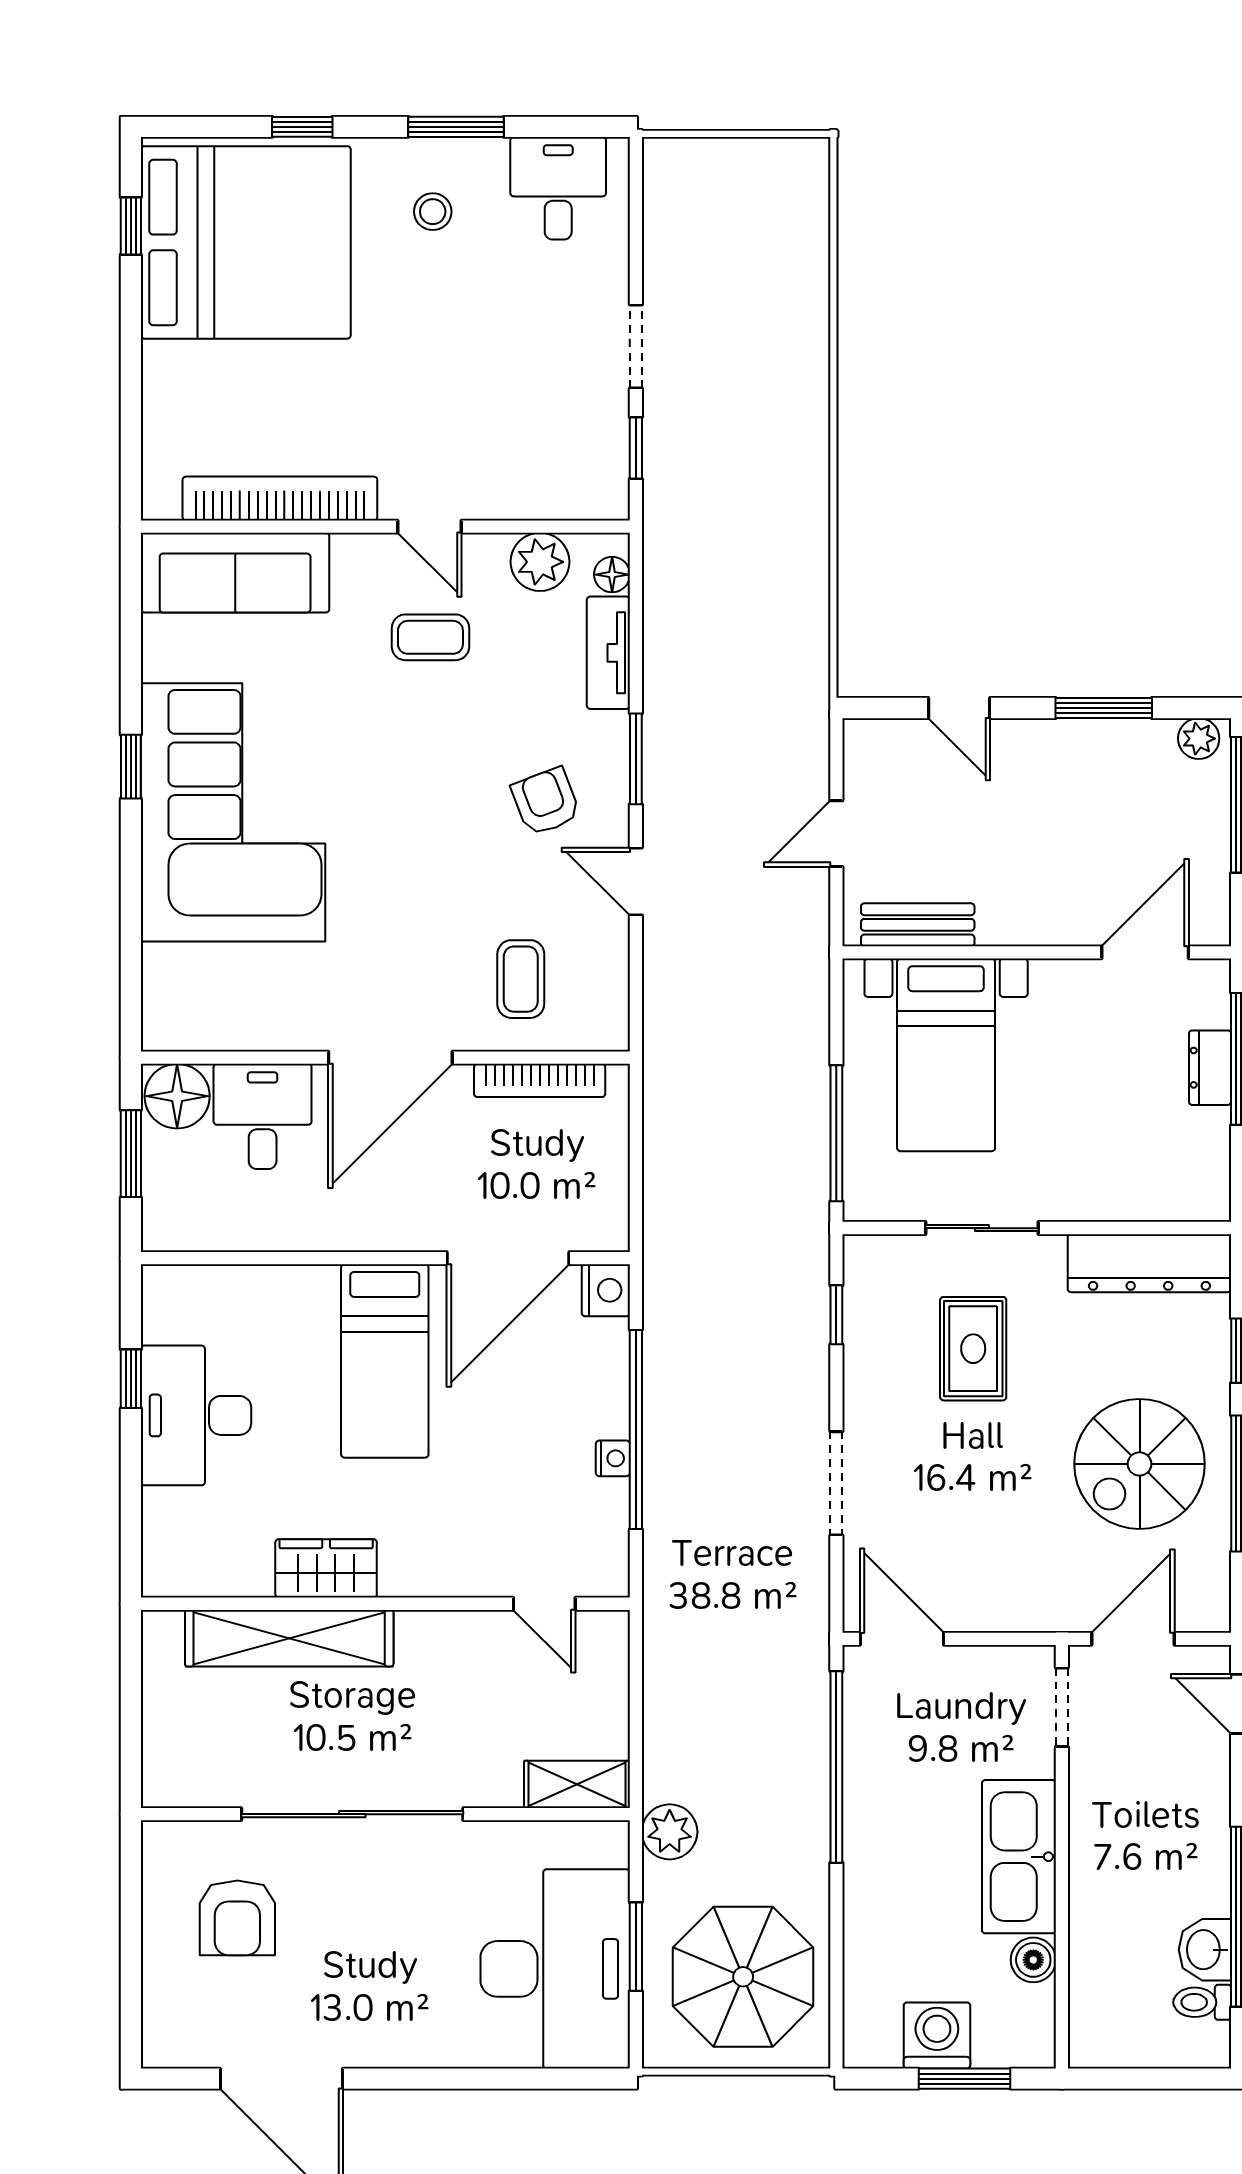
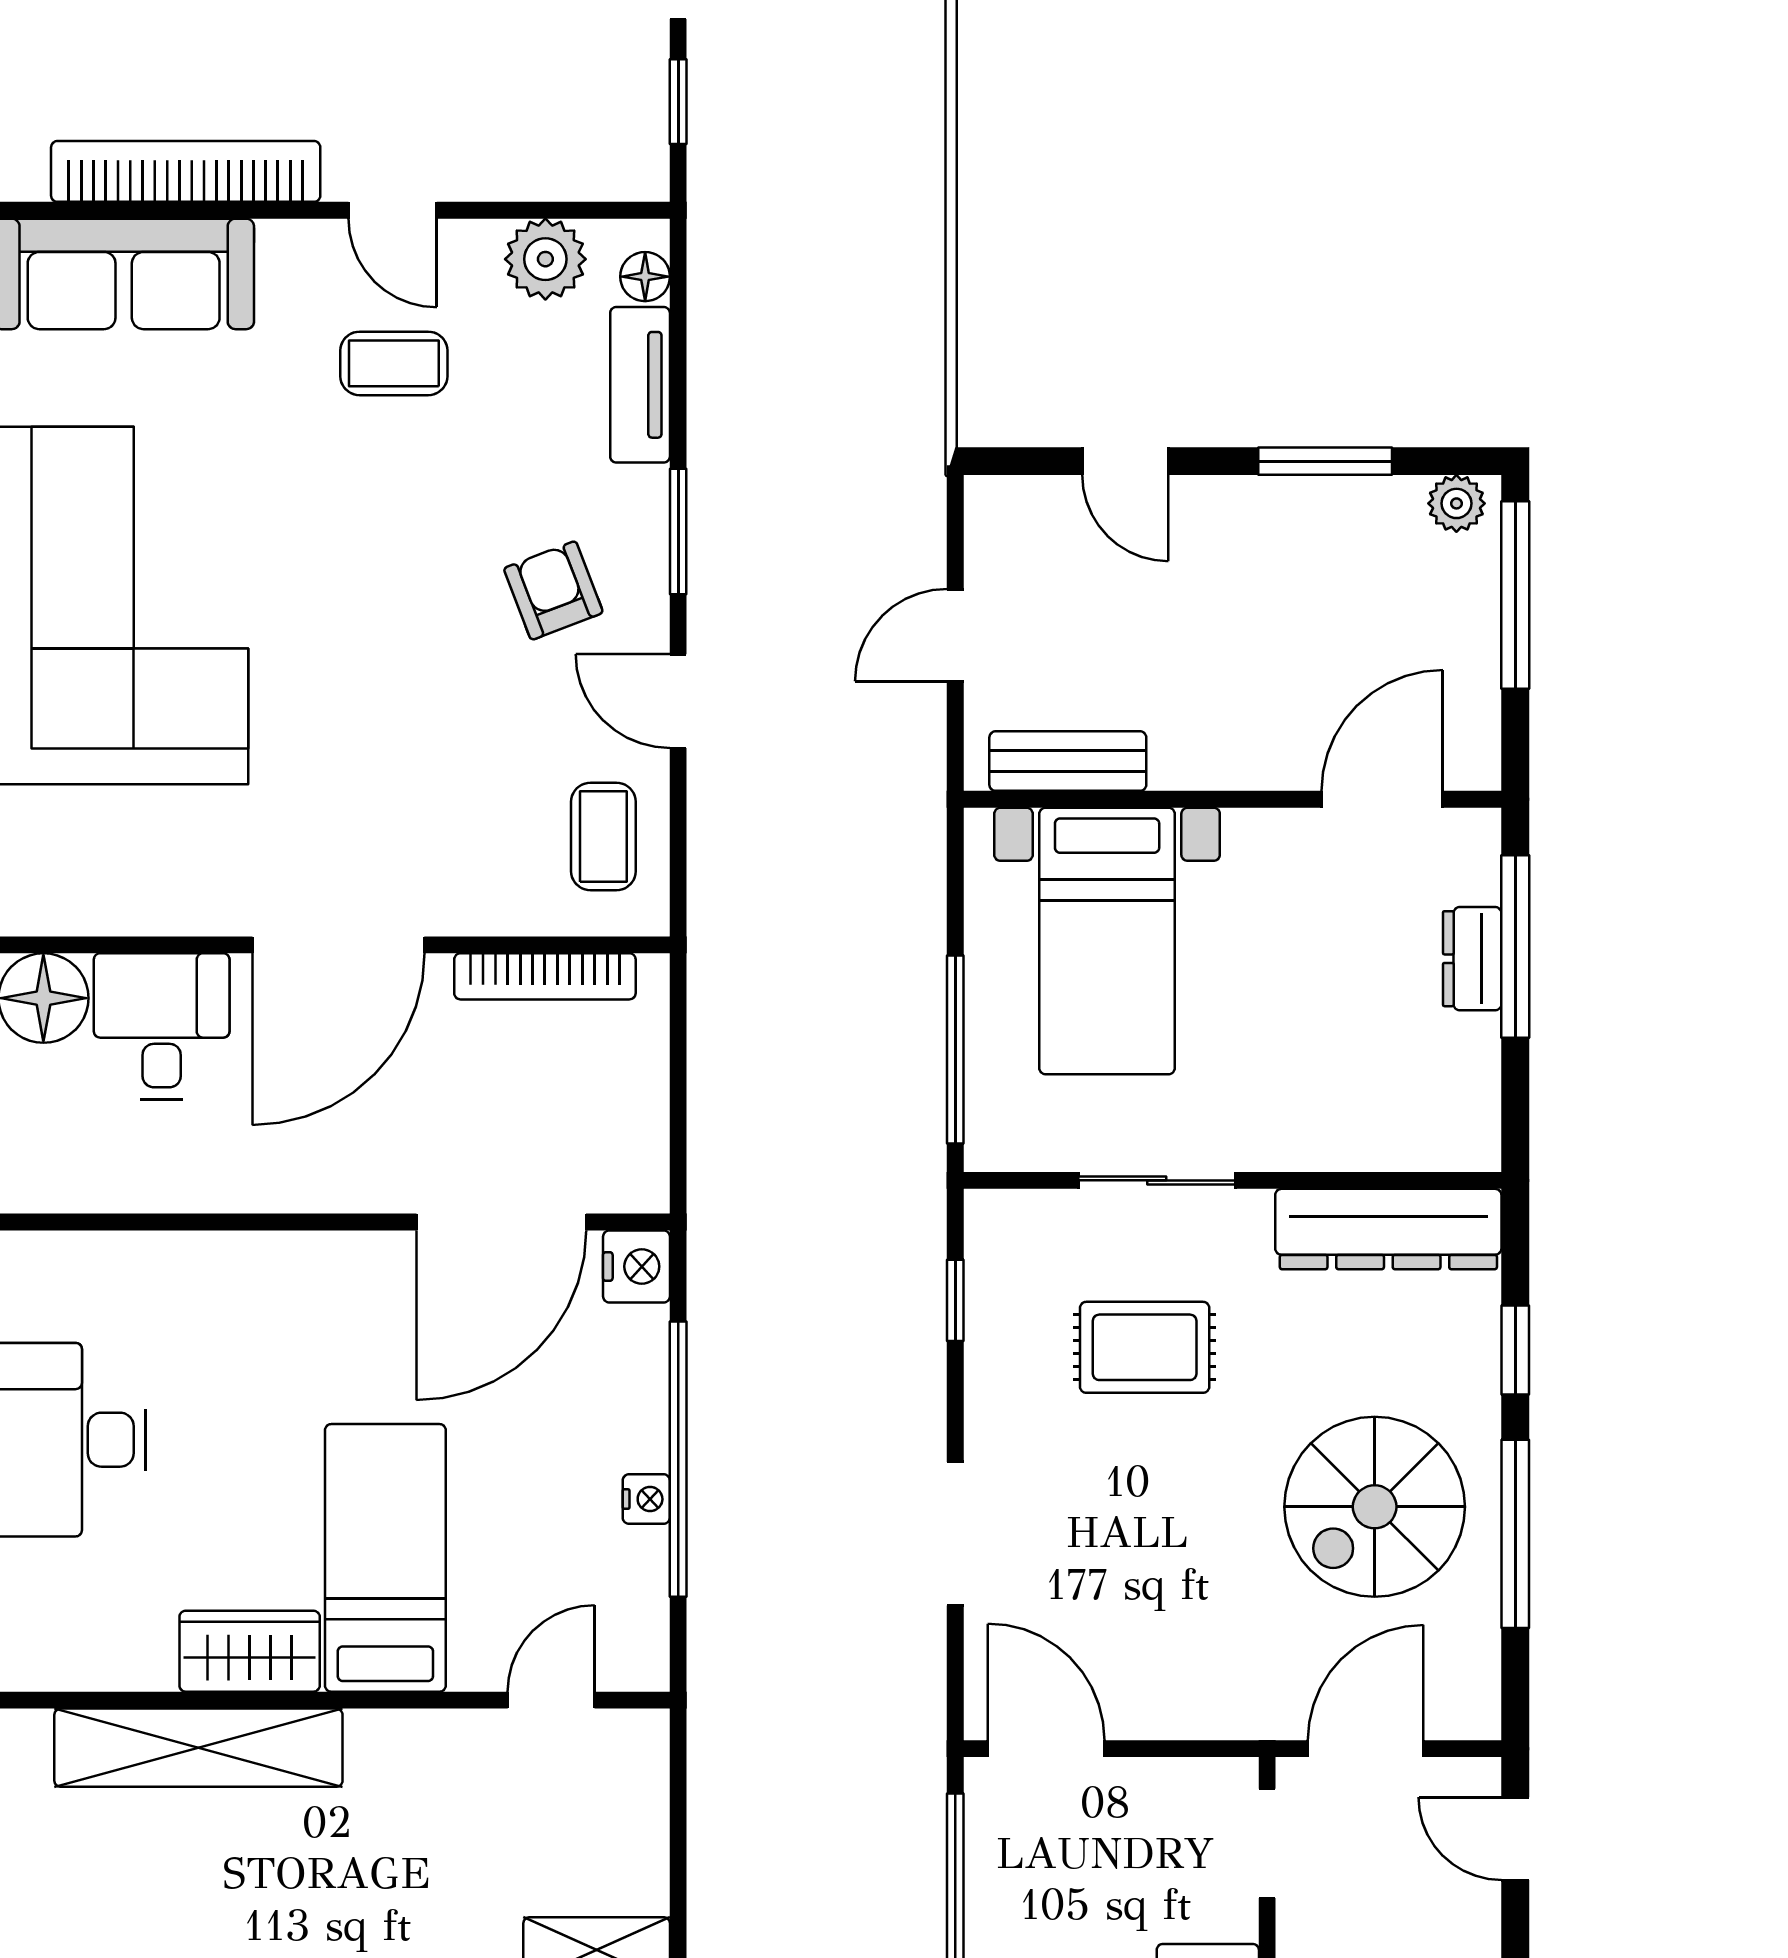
coffee table: (521, 979) -> (603, 836), moved
rug: (973, 1349) -> (1145, 1347), turned 90
bed: (385, 1361) -> (385, 1558), moved, turned 180
door: (544, 1604) -> (551, 1700), swing flipped

